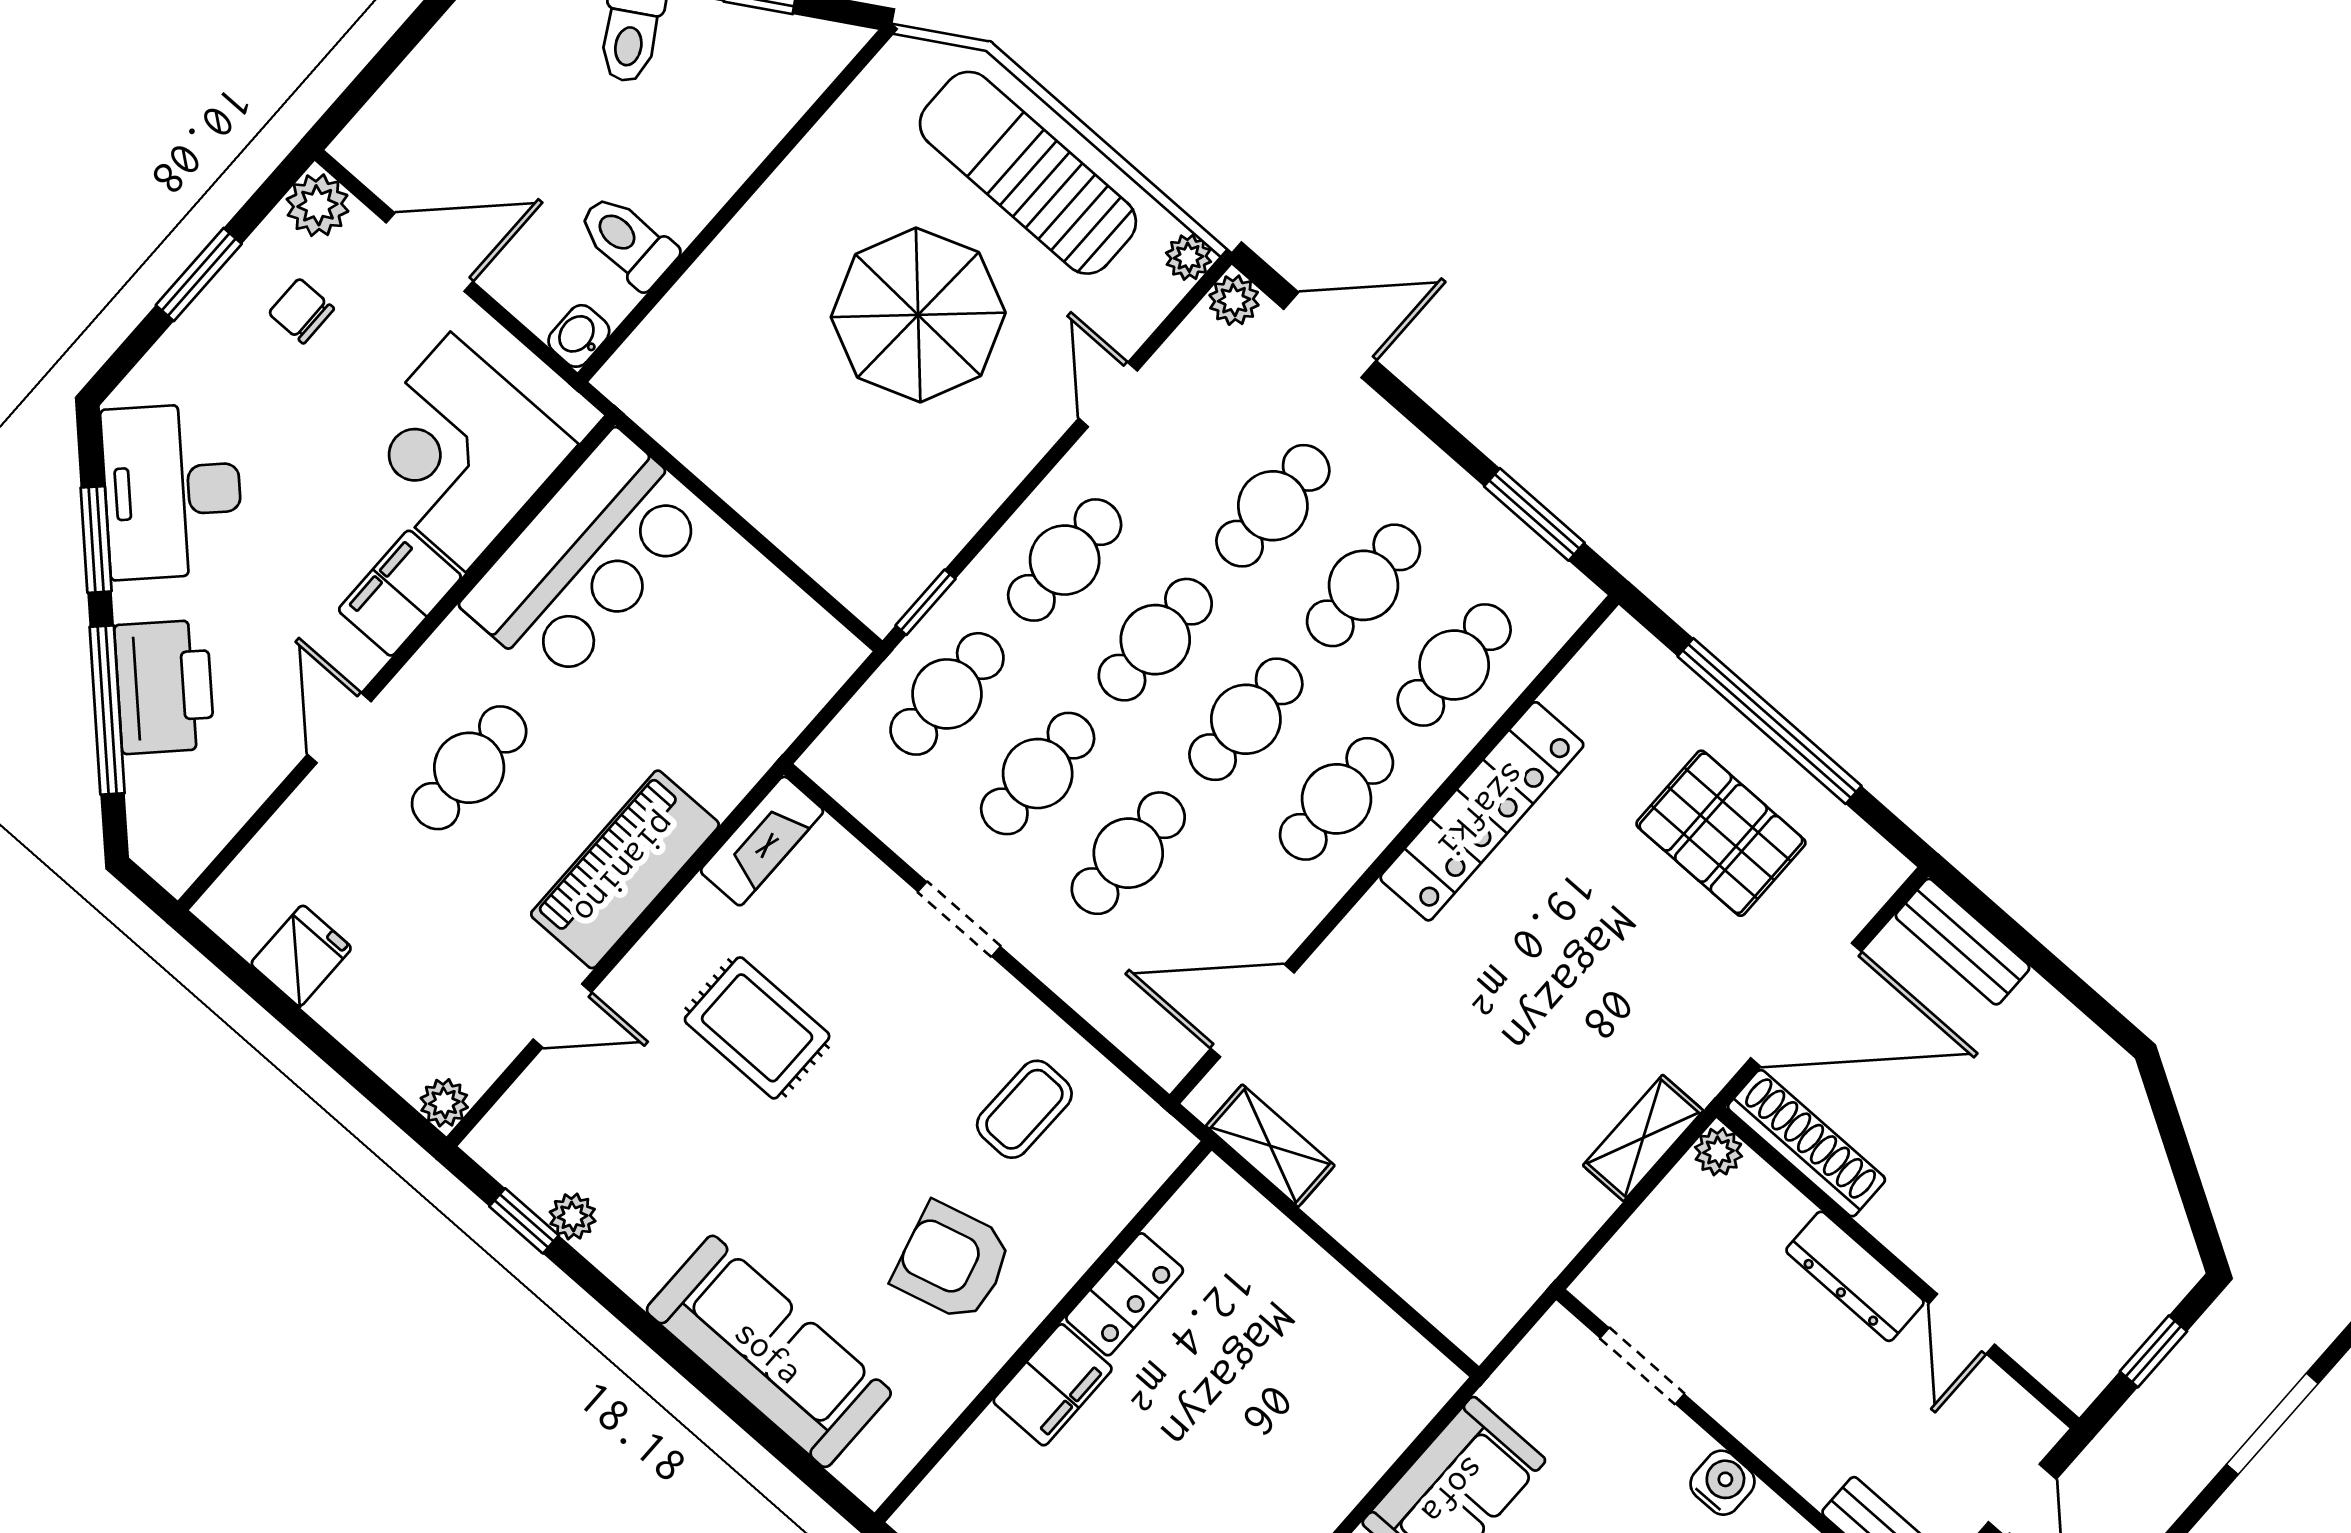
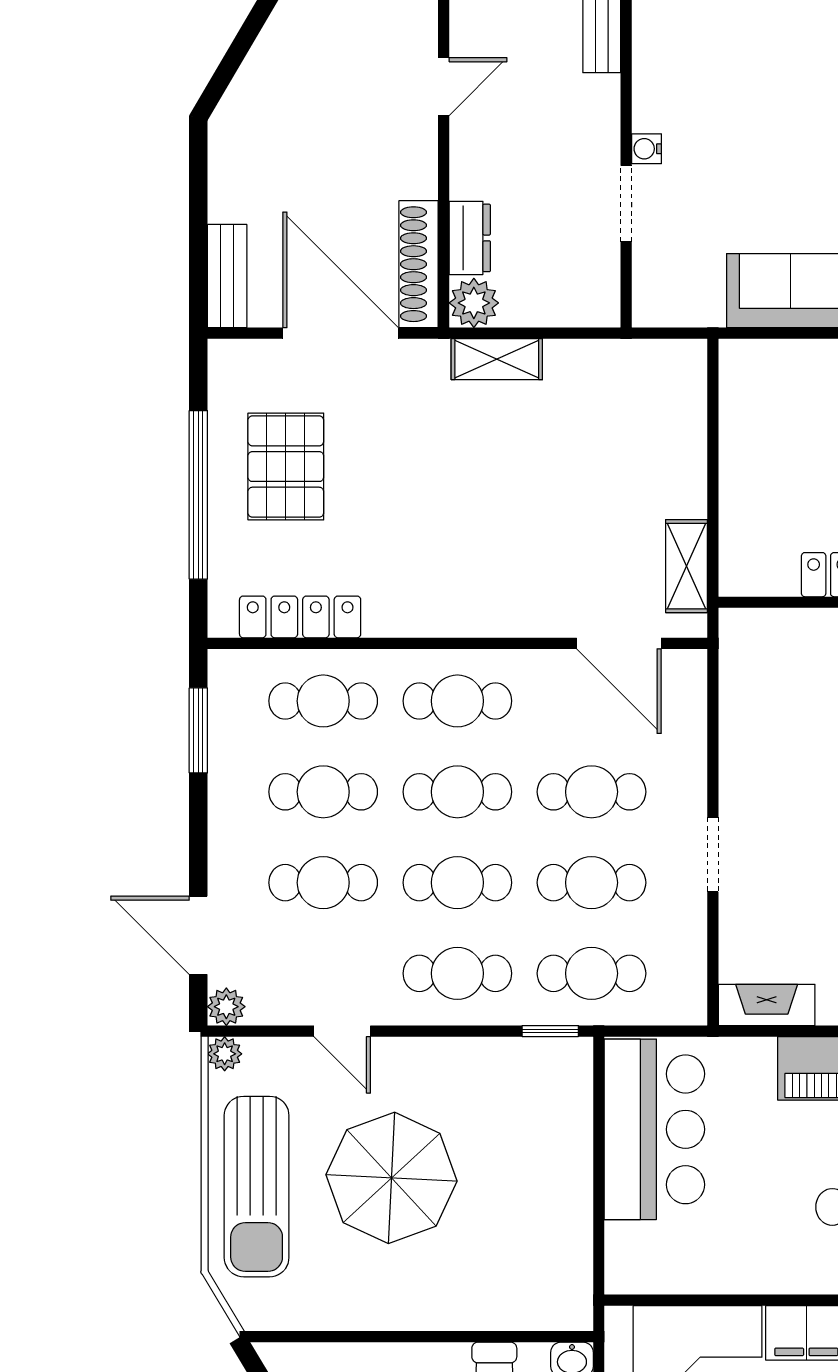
door: (1108, 395) -> (342, 1031), hinge flipped
bar counter: (586, 559) -> (654, 1129), moved, turned 90
locker: (1482, 811) -> (300, 617), moved, width x0.71, depth x0.83
coffee table: (1024, 1109) -> (788, 723), removed
plant: (1718, 1152) -> (474, 303), width x1.38, depth x1.38
dresser: (1855, 1276) -> (470, 238), moved, width x0.70
doorway: (1642, 1366) -> (626, 204), moved
water cooler: (1722, 1483) -> (647, 149), width x0.72, depth x0.72

